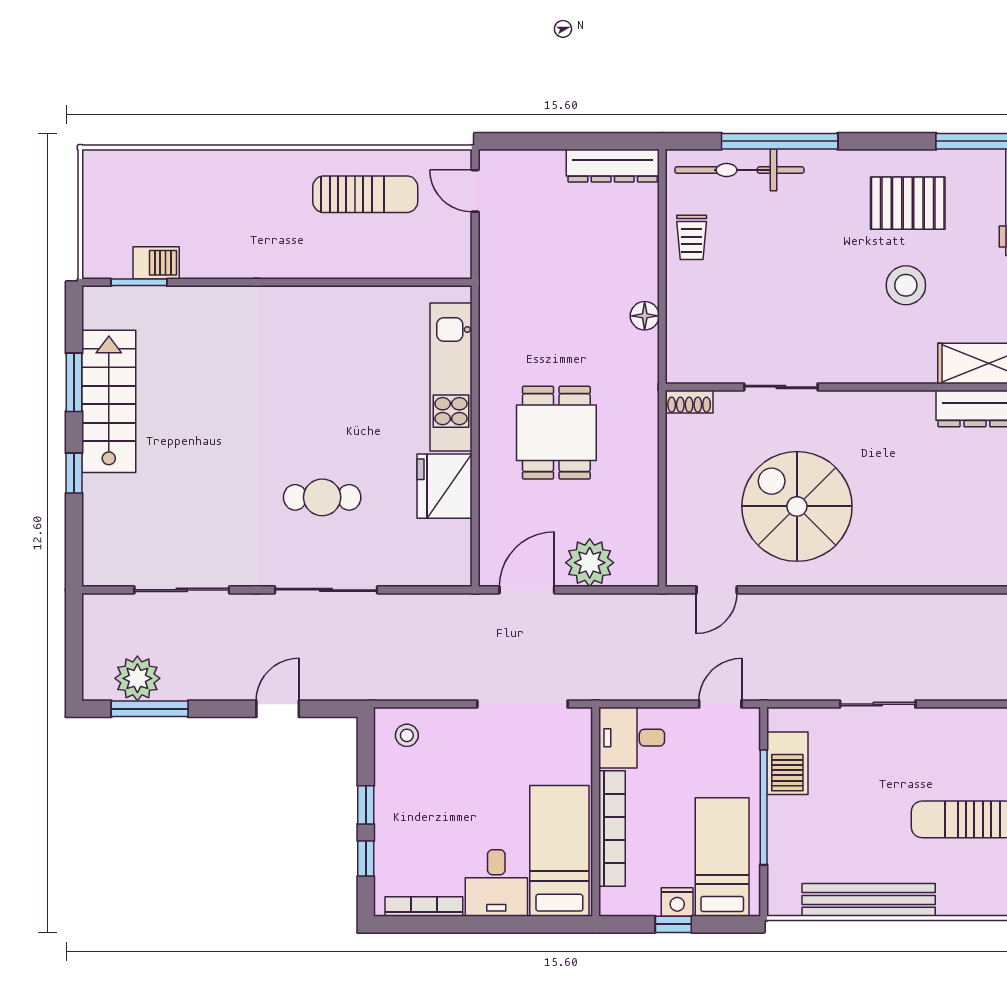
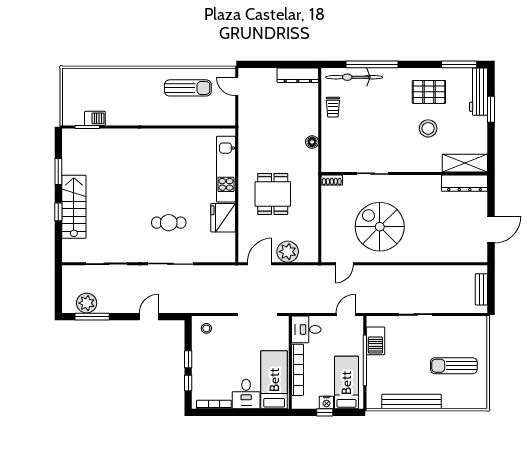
stairs: (109, 401) -> (74, 207), moved

